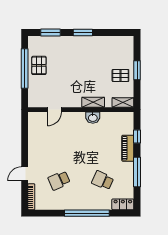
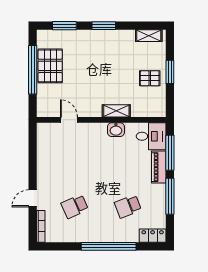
pallet: (39, 65) -> (50, 66), width x1.50, depth x1.42
shelving: (123, 103) -> (149, 36), moved
door: (54, 110) -> (69, 120), swing flipped
desk: (122, 123) -> (151, 136), added
window: (137, 136) -> (170, 153), width x2.17
school desk: (103, 180) -> (128, 206), turned -45

